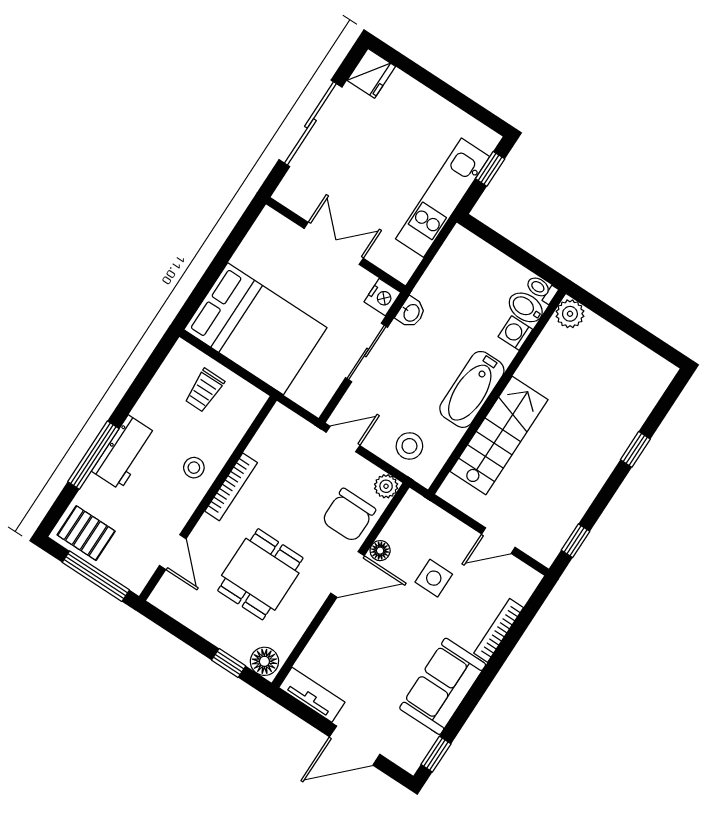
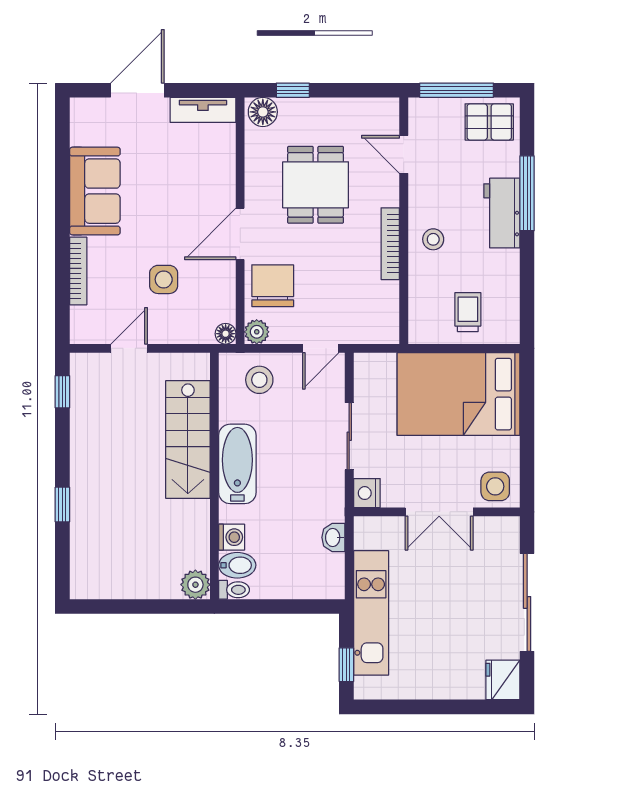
side table: (275, 234) -> (495, 486), added
washbasin: (411, 312) -> (333, 537), moved
floor lamp: (380, 551) -> (226, 334), moved
window: (436, 754) -> (62, 129), removed

